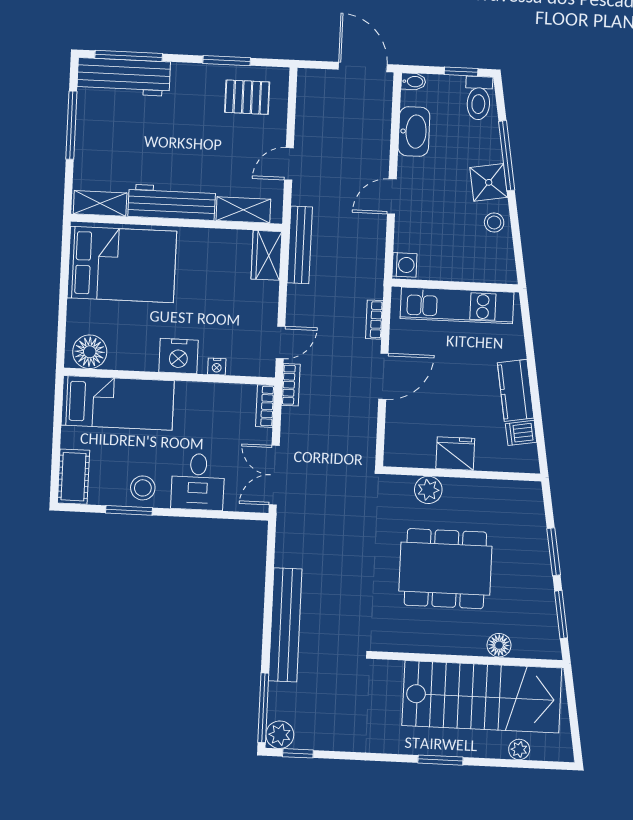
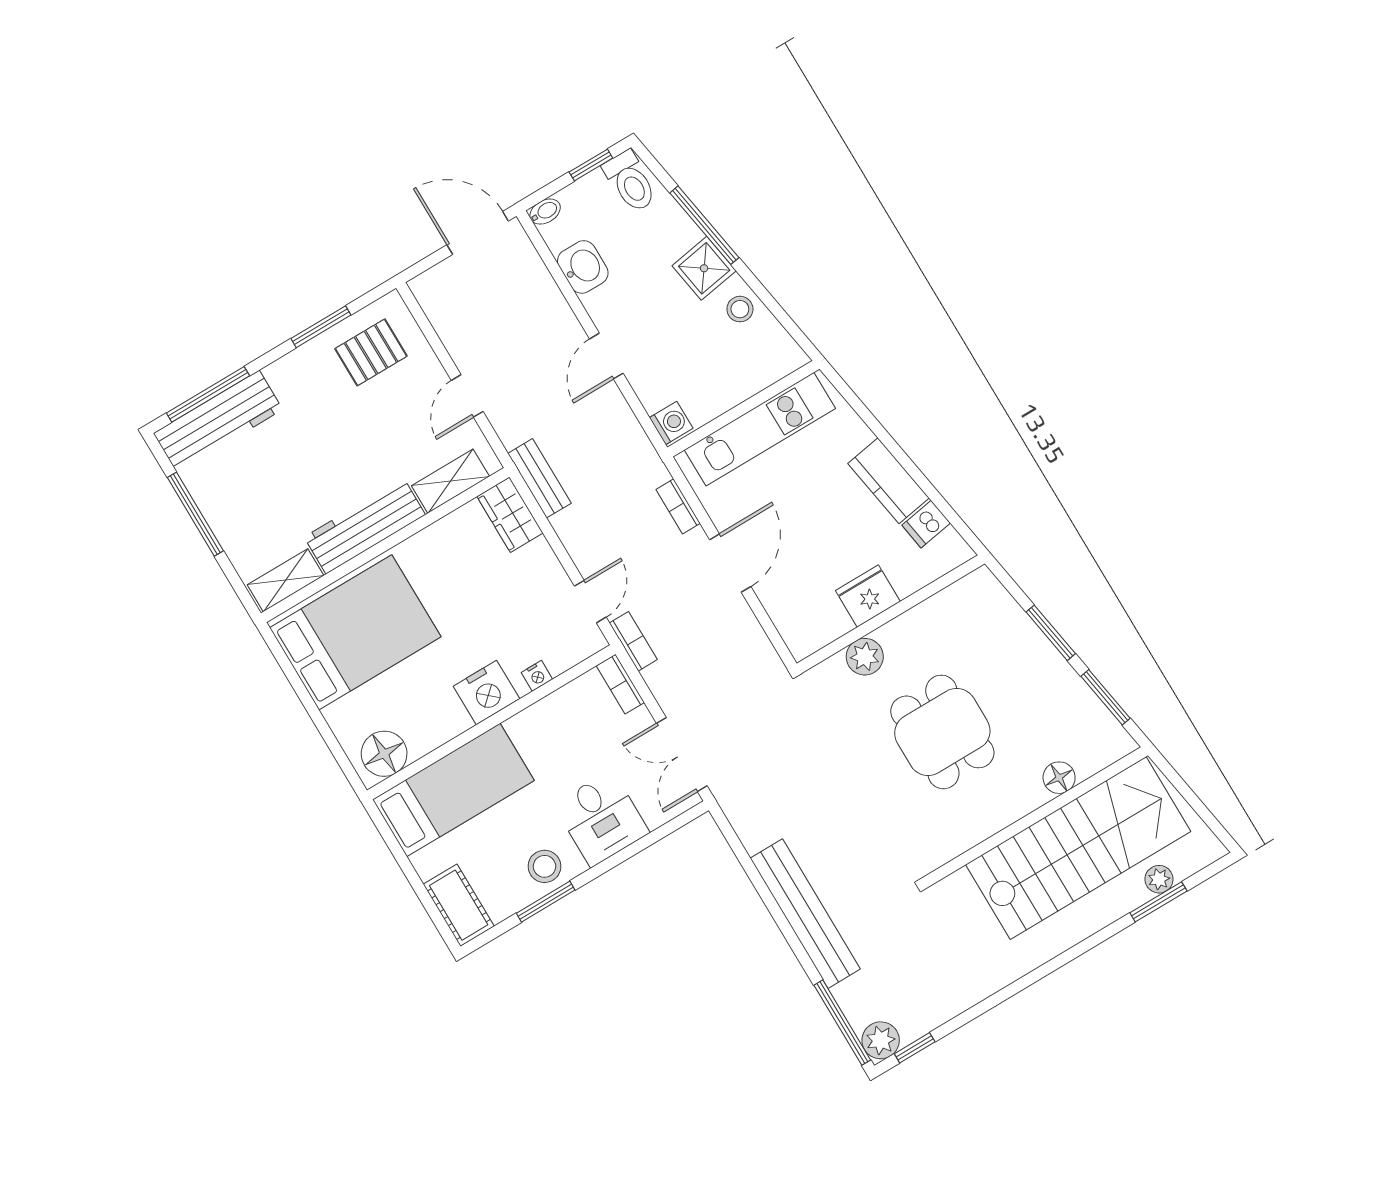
washbasin: (414, 131) -> (583, 267), width x0.72
bench: (300, 245) -> (539, 478), width x0.73
dining table: (445, 569) -> (942, 732), width x0.73
window: (440, 760) -> (1158, 902), moved

